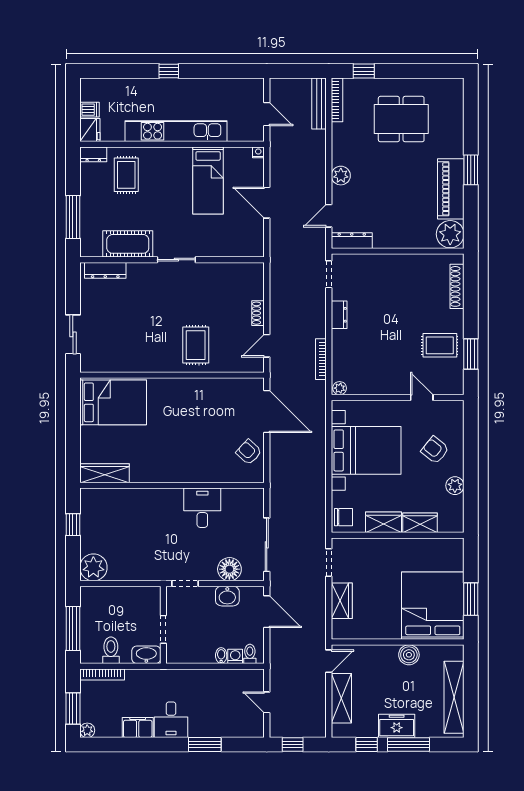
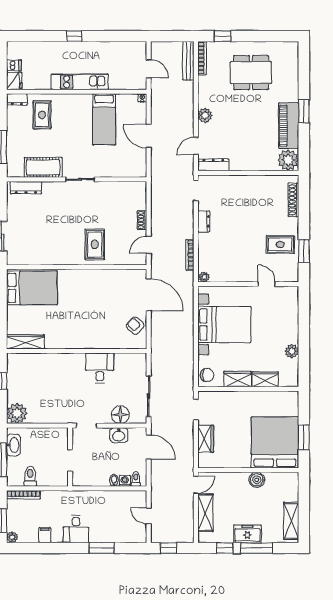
kitchen unit: (176, 131) -> (80, 82), width x0.73
armchair: (435, 450) -> (277, 324), removed
washbasin: (146, 655) -> (13, 445), moved, turned 90
shelving: (454, 697) -> (291, 521), width x0.68
filing cabinet: (138, 727) -> (45, 535), width x0.50

